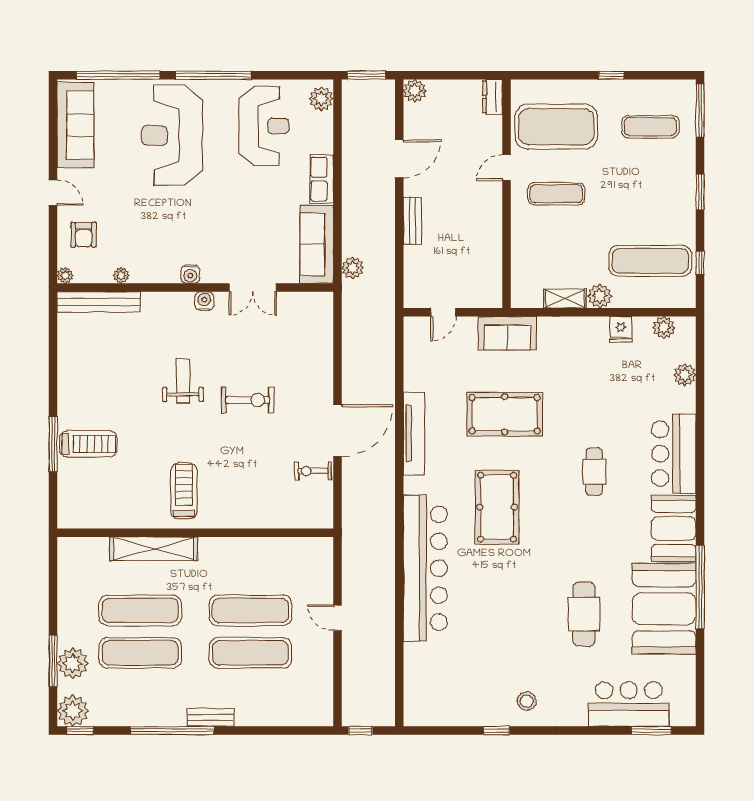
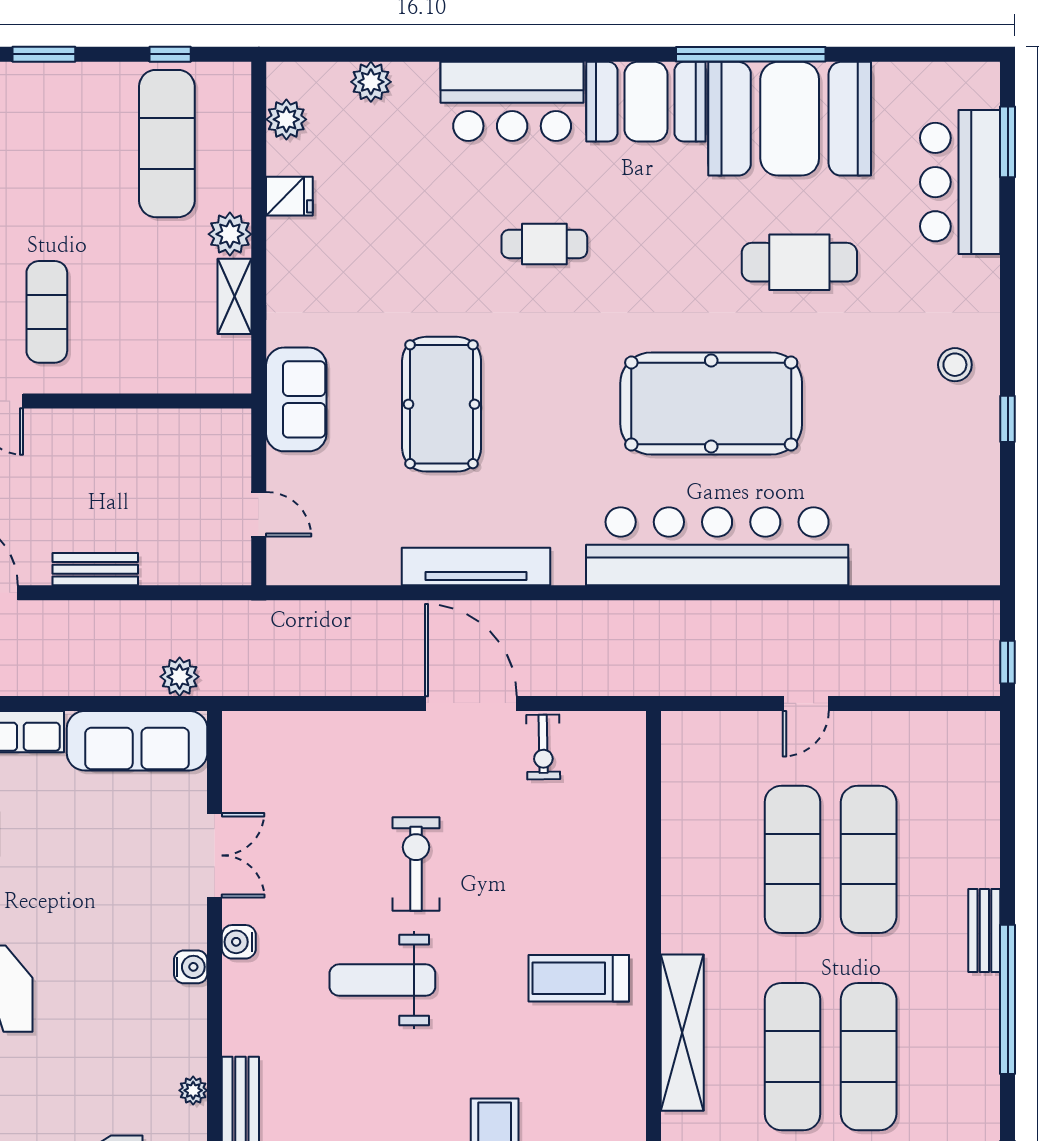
weight bench: (183, 381) -> (382, 980), width x1.36, depth x1.33
pool table: (497, 507) -> (711, 403), moved, width x1.36, depth x1.32

